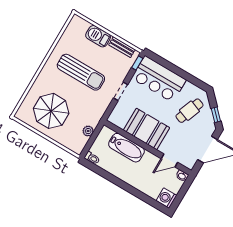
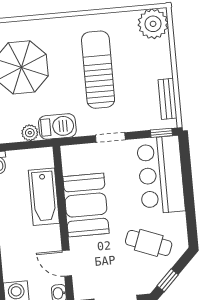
plant: (78, 27) -> (153, 24), added
barbecue: (98, 36) -> (57, 126), moved, turned 90
sun lounger: (81, 72) -> (98, 70), turned 180

